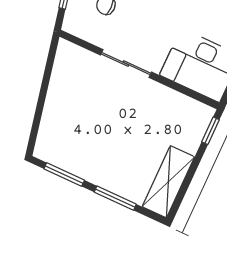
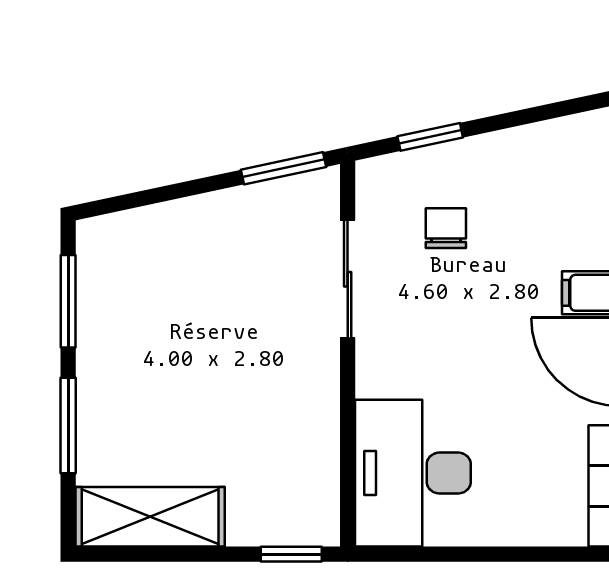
window: (50, 61) -> (283, 168), added
sliding door: (126, 64) -> (348, 279), moved

